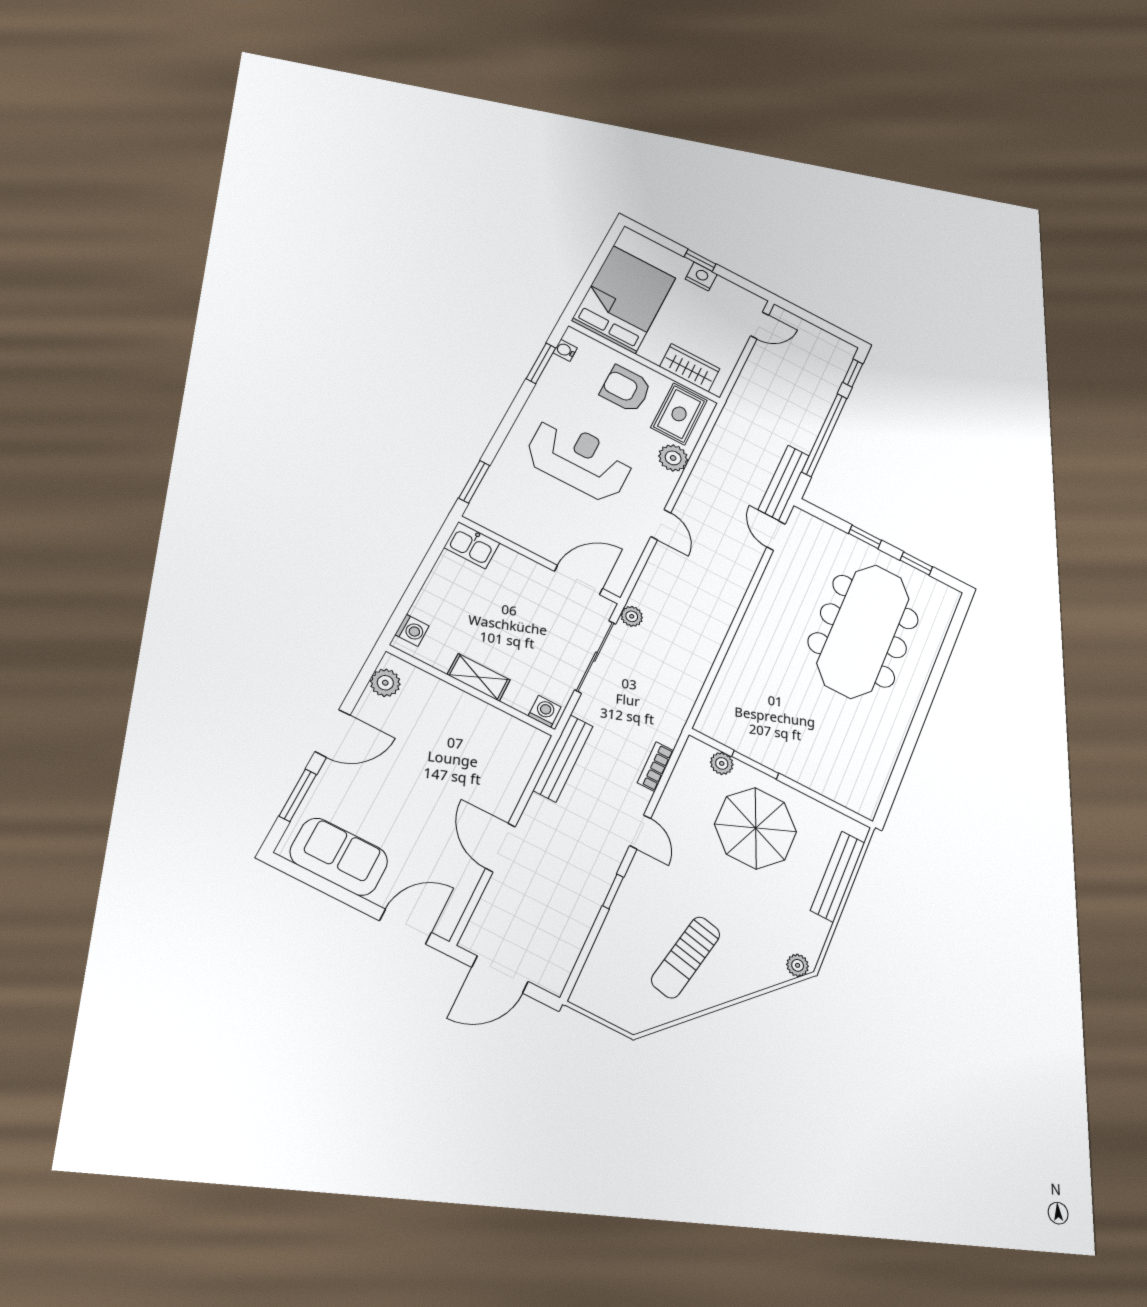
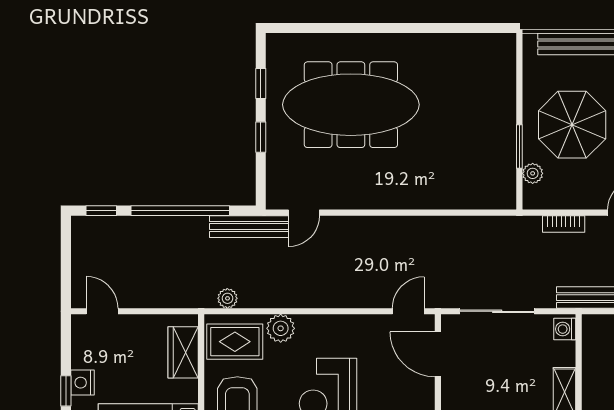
door: (661, 525) -> (408, 311), moved
plant: (632, 616) -> (227, 298), moved

